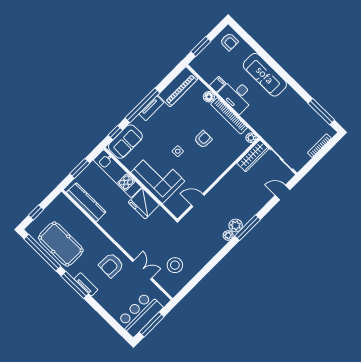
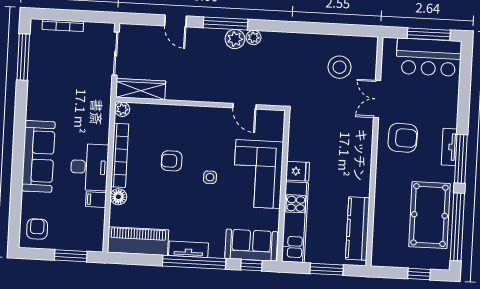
door: (283, 193) -> (175, 21), moved
fridge: (144, 204) -> (298, 171), width x0.53, depth x0.75

